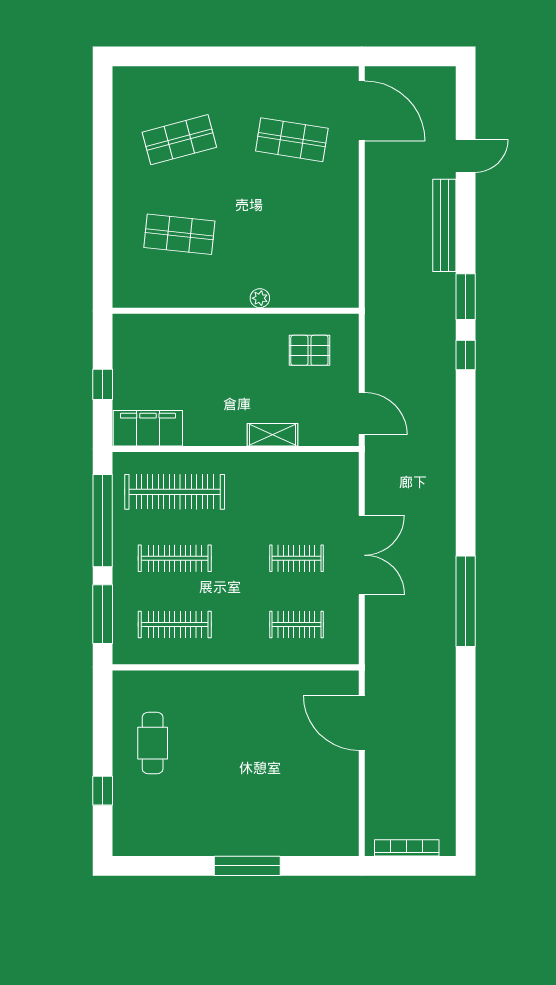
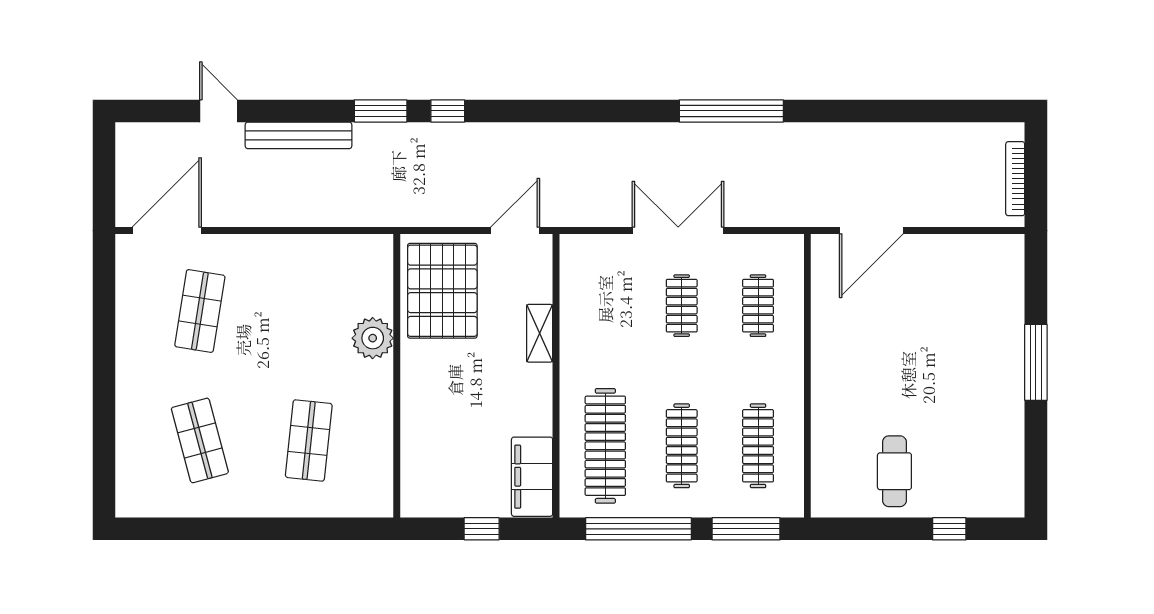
plant: (260, 298) -> (373, 338), width x1.88, depth x1.88
pallet: (309, 350) -> (442, 291), width x2.05, depth x2.00
cafe table: (153, 743) -> (894, 471), turned 90

